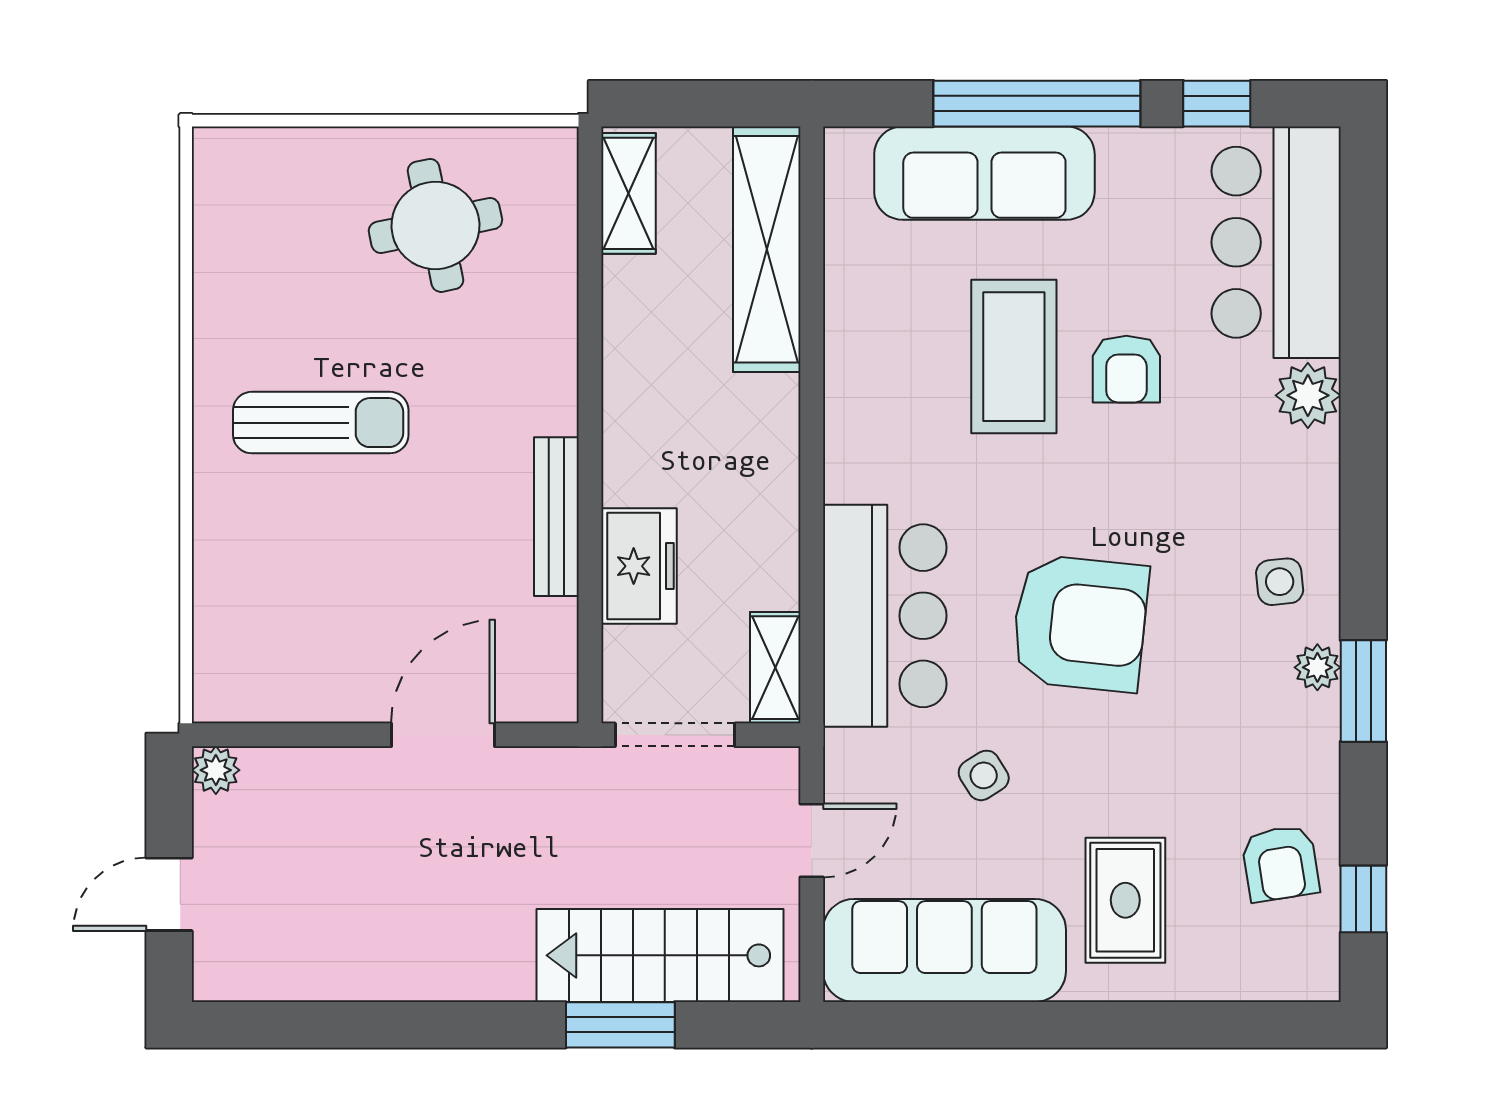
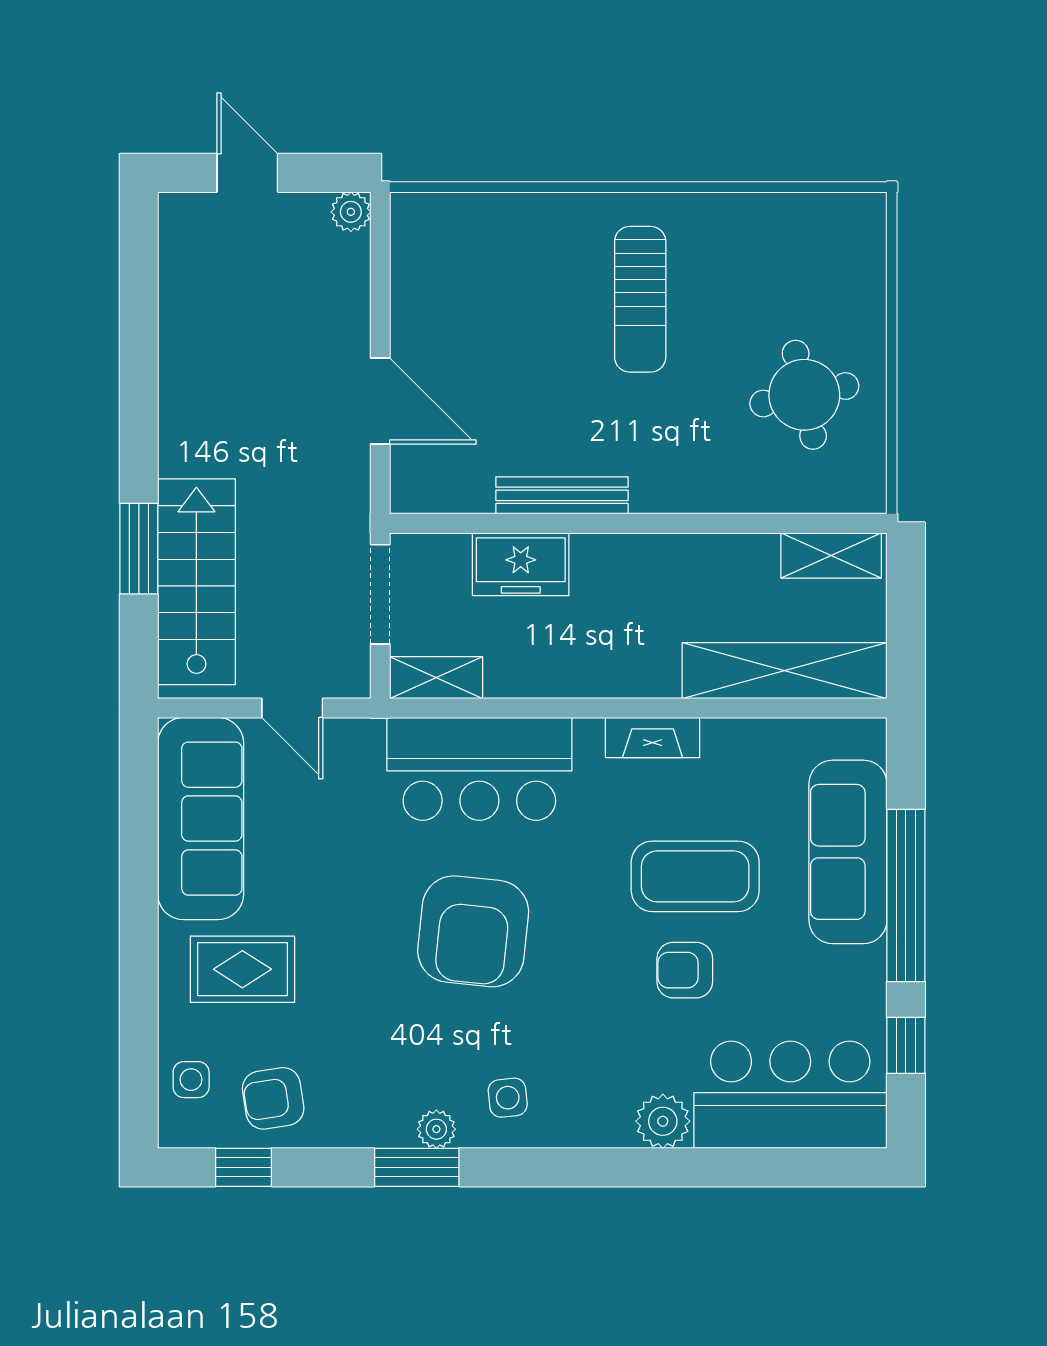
fireplace: (847, 408) -> (653, 738), added
side table: (984, 775) -> (191, 1080), moved, turned 32

